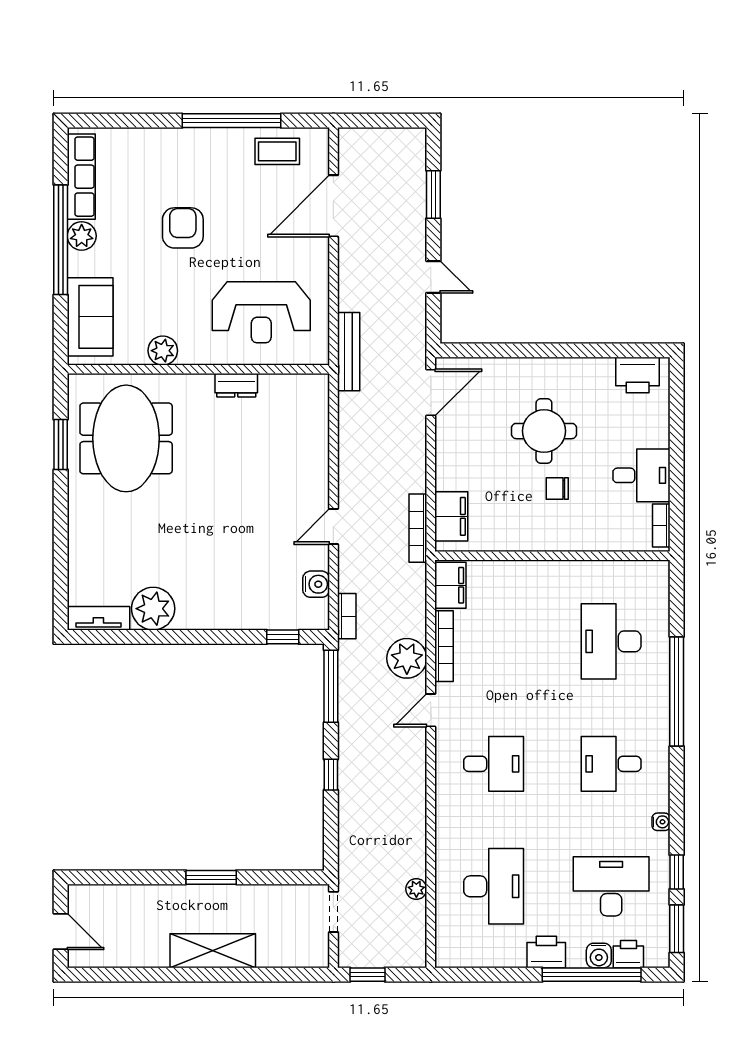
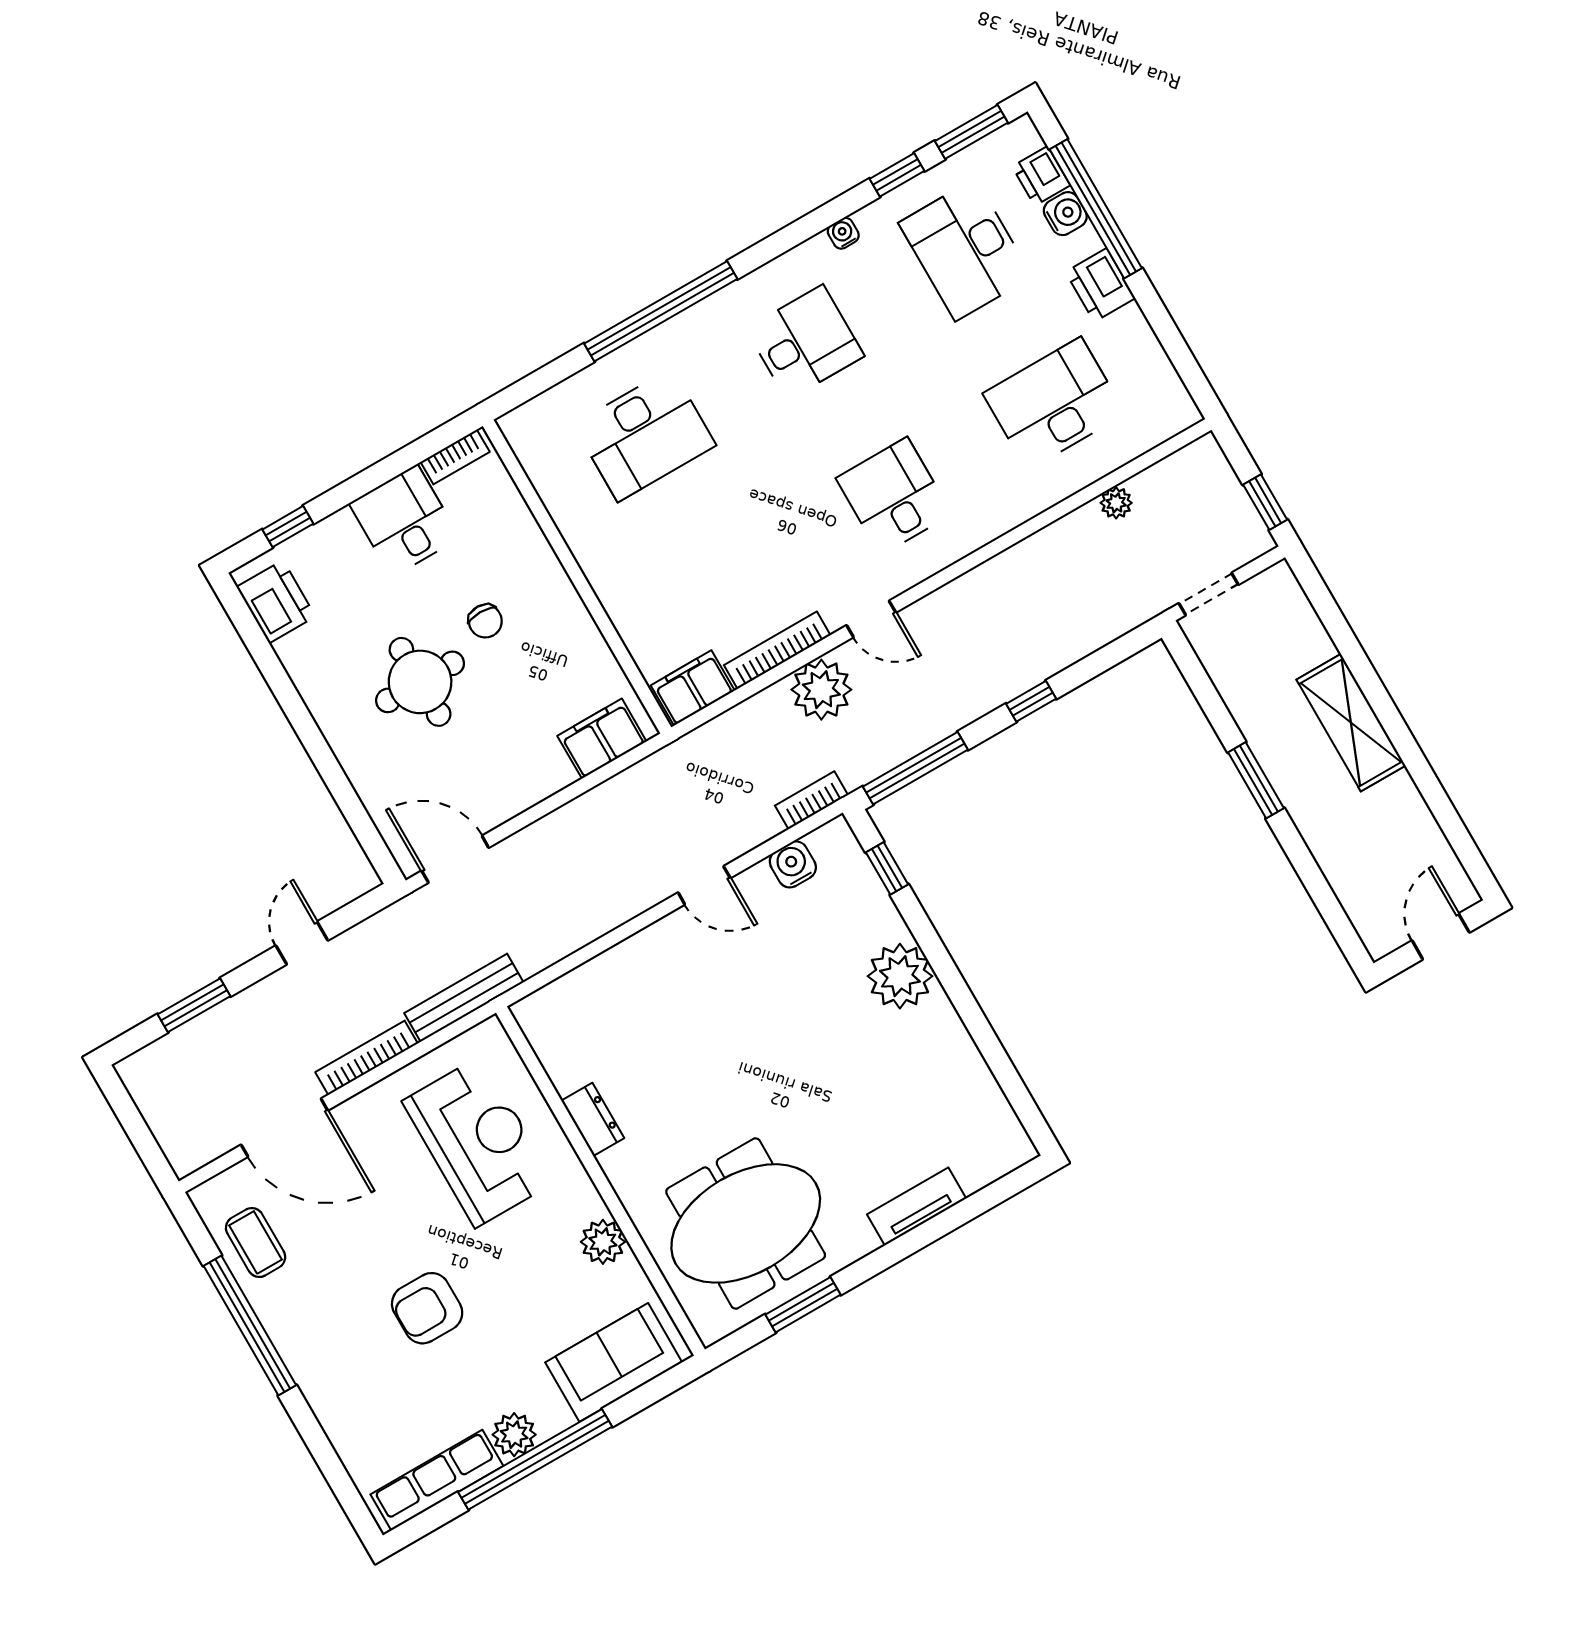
window: (677, 407) -> (288, 527), added
bookcase: (418, 528) -> (367, 1058), moved, turned 180
plant: (153, 609) -> (900, 976), moved
tv unit: (98, 618) -> (917, 1207), moved, turned 90
desk: (611, 764) -> (805, 342), turned -90

